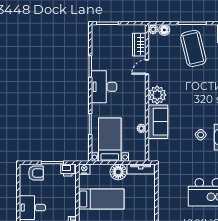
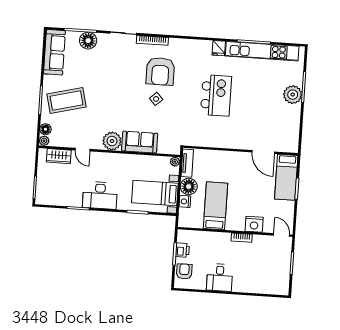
plant: (141, 128) -> (175, 162), moved
nightstand: (84, 169) -> (185, 201), moved
printer: (68, 170) -> (183, 250), moved

